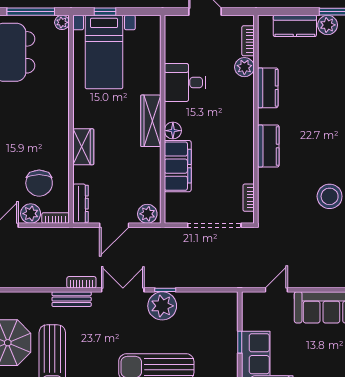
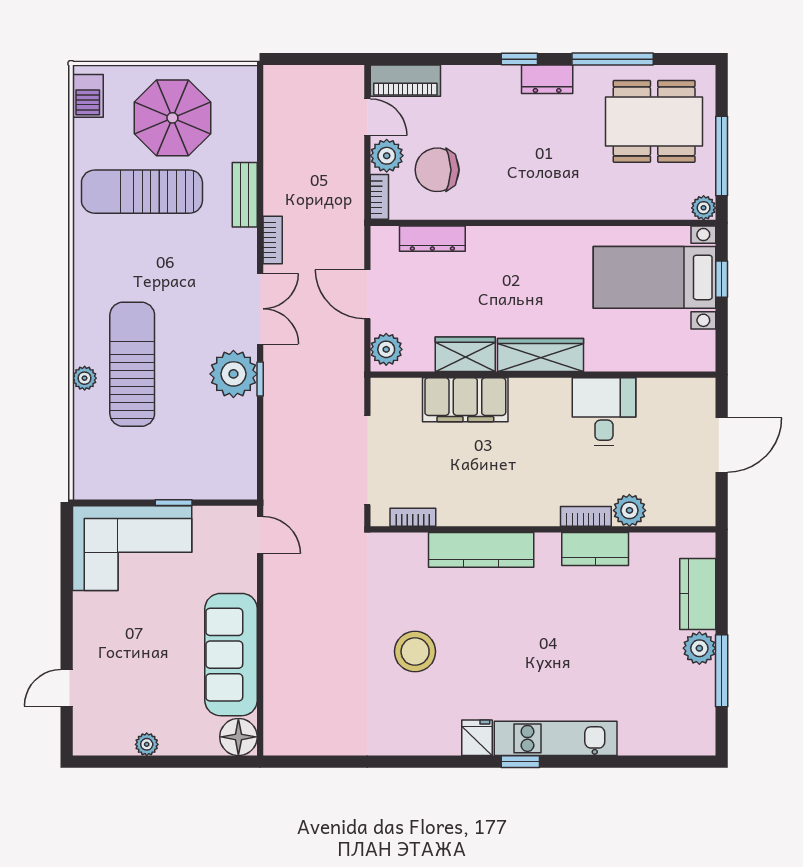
bookcase: (248, 41) -> (586, 516), moved
floor lamp: (173, 131) -> (524, 392), removed
kitchen counter: (268, 146) -> (481, 550), width x1.50
wardrobe: (83, 147) -> (465, 354), moved, turned 180
dresser: (81, 204) -> (432, 239), moved
door: (276, 290) -> (260, 535), moved
bench: (72, 299) -> (245, 195), moved

